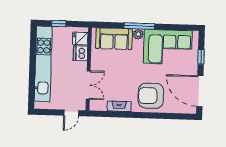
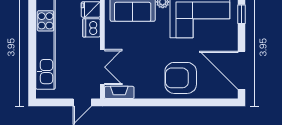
window: (201, 57) -> (241, 14), moved
fireplace: (119, 106) -> (119, 92), moved

